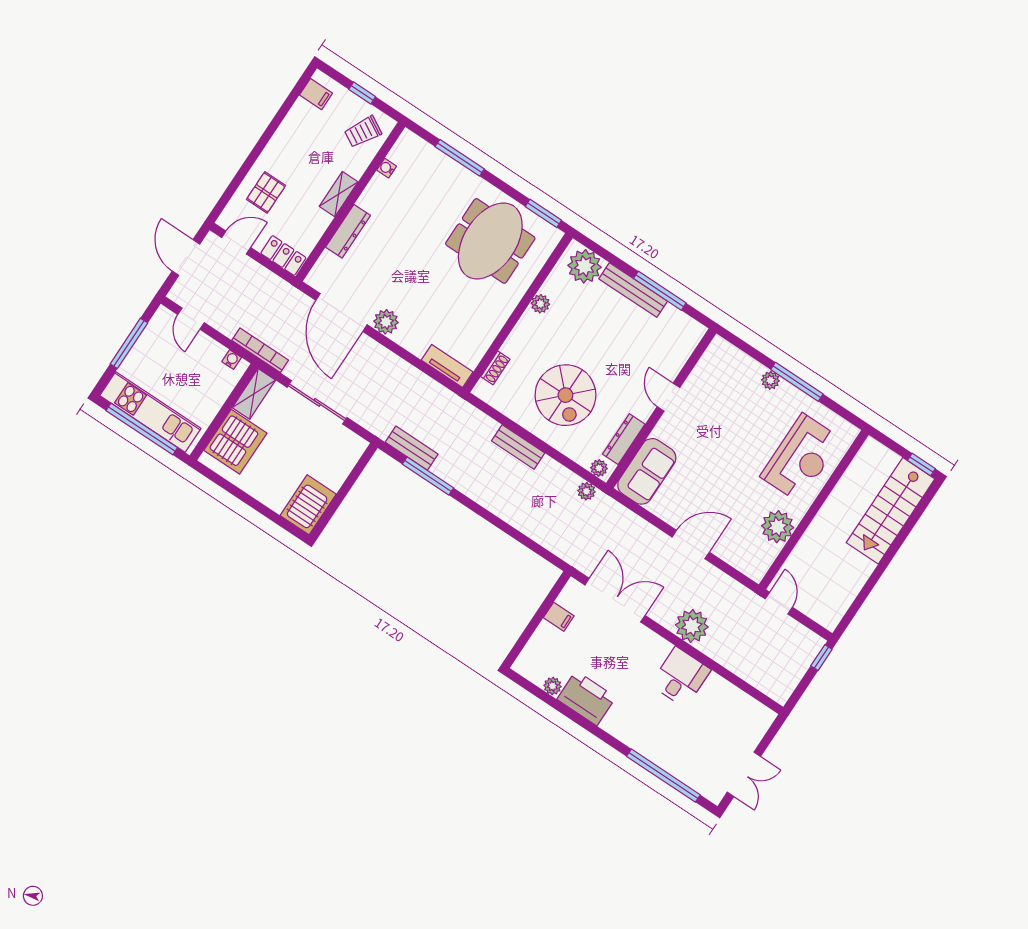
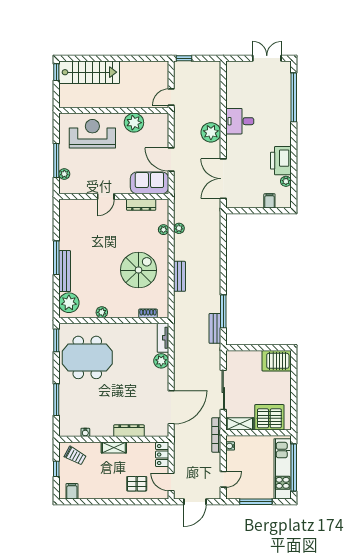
plant: (386, 322) -> (161, 361), moved
door: (669, 397) -> (106, 196), moved
wall: (661, 408) -> (114, 196), moved
dresser: (624, 439) -> (141, 205), moved
sofa: (647, 471) -> (149, 183), moved
filing cabinet: (559, 617) -> (269, 201), moved

